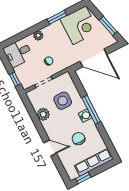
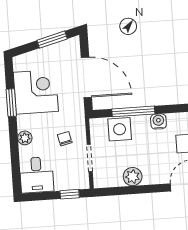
corner desk: (79, 25) -> (36, 92), moved
door: (93, 58) -> (86, 77), hinge flipped
side table: (63, 101) -> (120, 129), moved
window: (91, 110) -> (133, 111), moved

